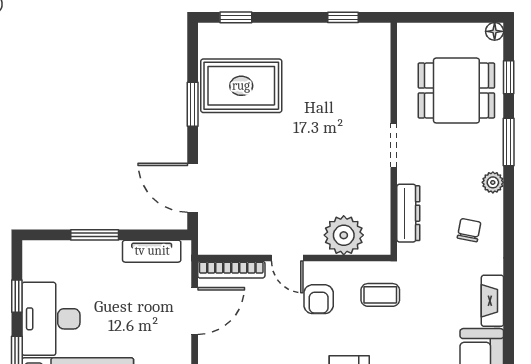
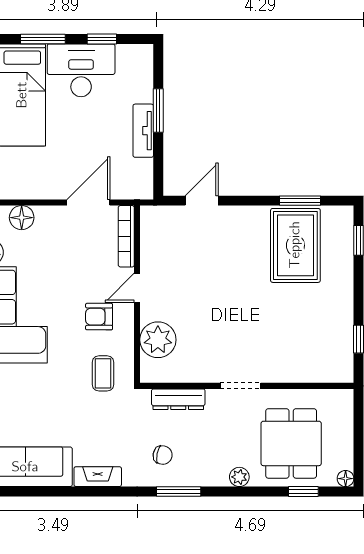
window: (193, 104) -> (300, 201), moved
window: (509, 142) -> (179, 492), moved
plant: (493, 182) -> (239, 477), moved
door: (193, 188) -> (202, 201), width x0.73
tv unit: (152, 251) -> (143, 131), moved
door: (195, 311) -> (88, 203), swing flipped

